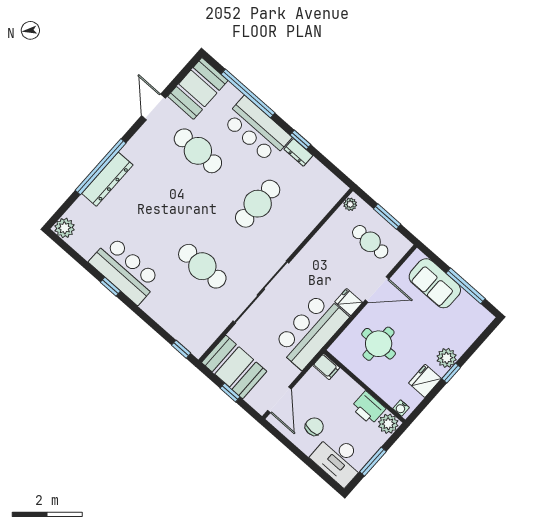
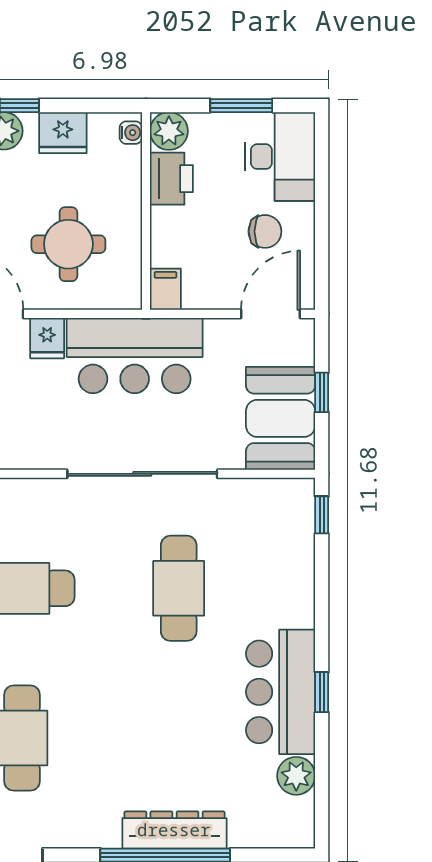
plant: (65, 228) -> (296, 776), moved
chair: (314, 427) -> (265, 231), turned 180

